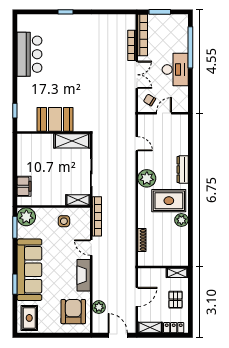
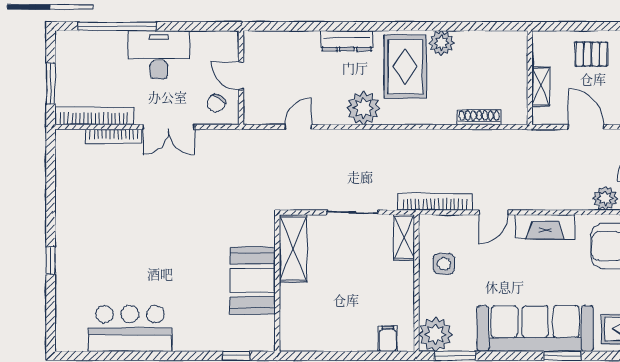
double door: (137, 75) -> (169, 127), swing flipped
filing cabinet: (24, 186) -> (388, 339), width x0.50
shelving: (177, 273) -> (541, 87), moved

